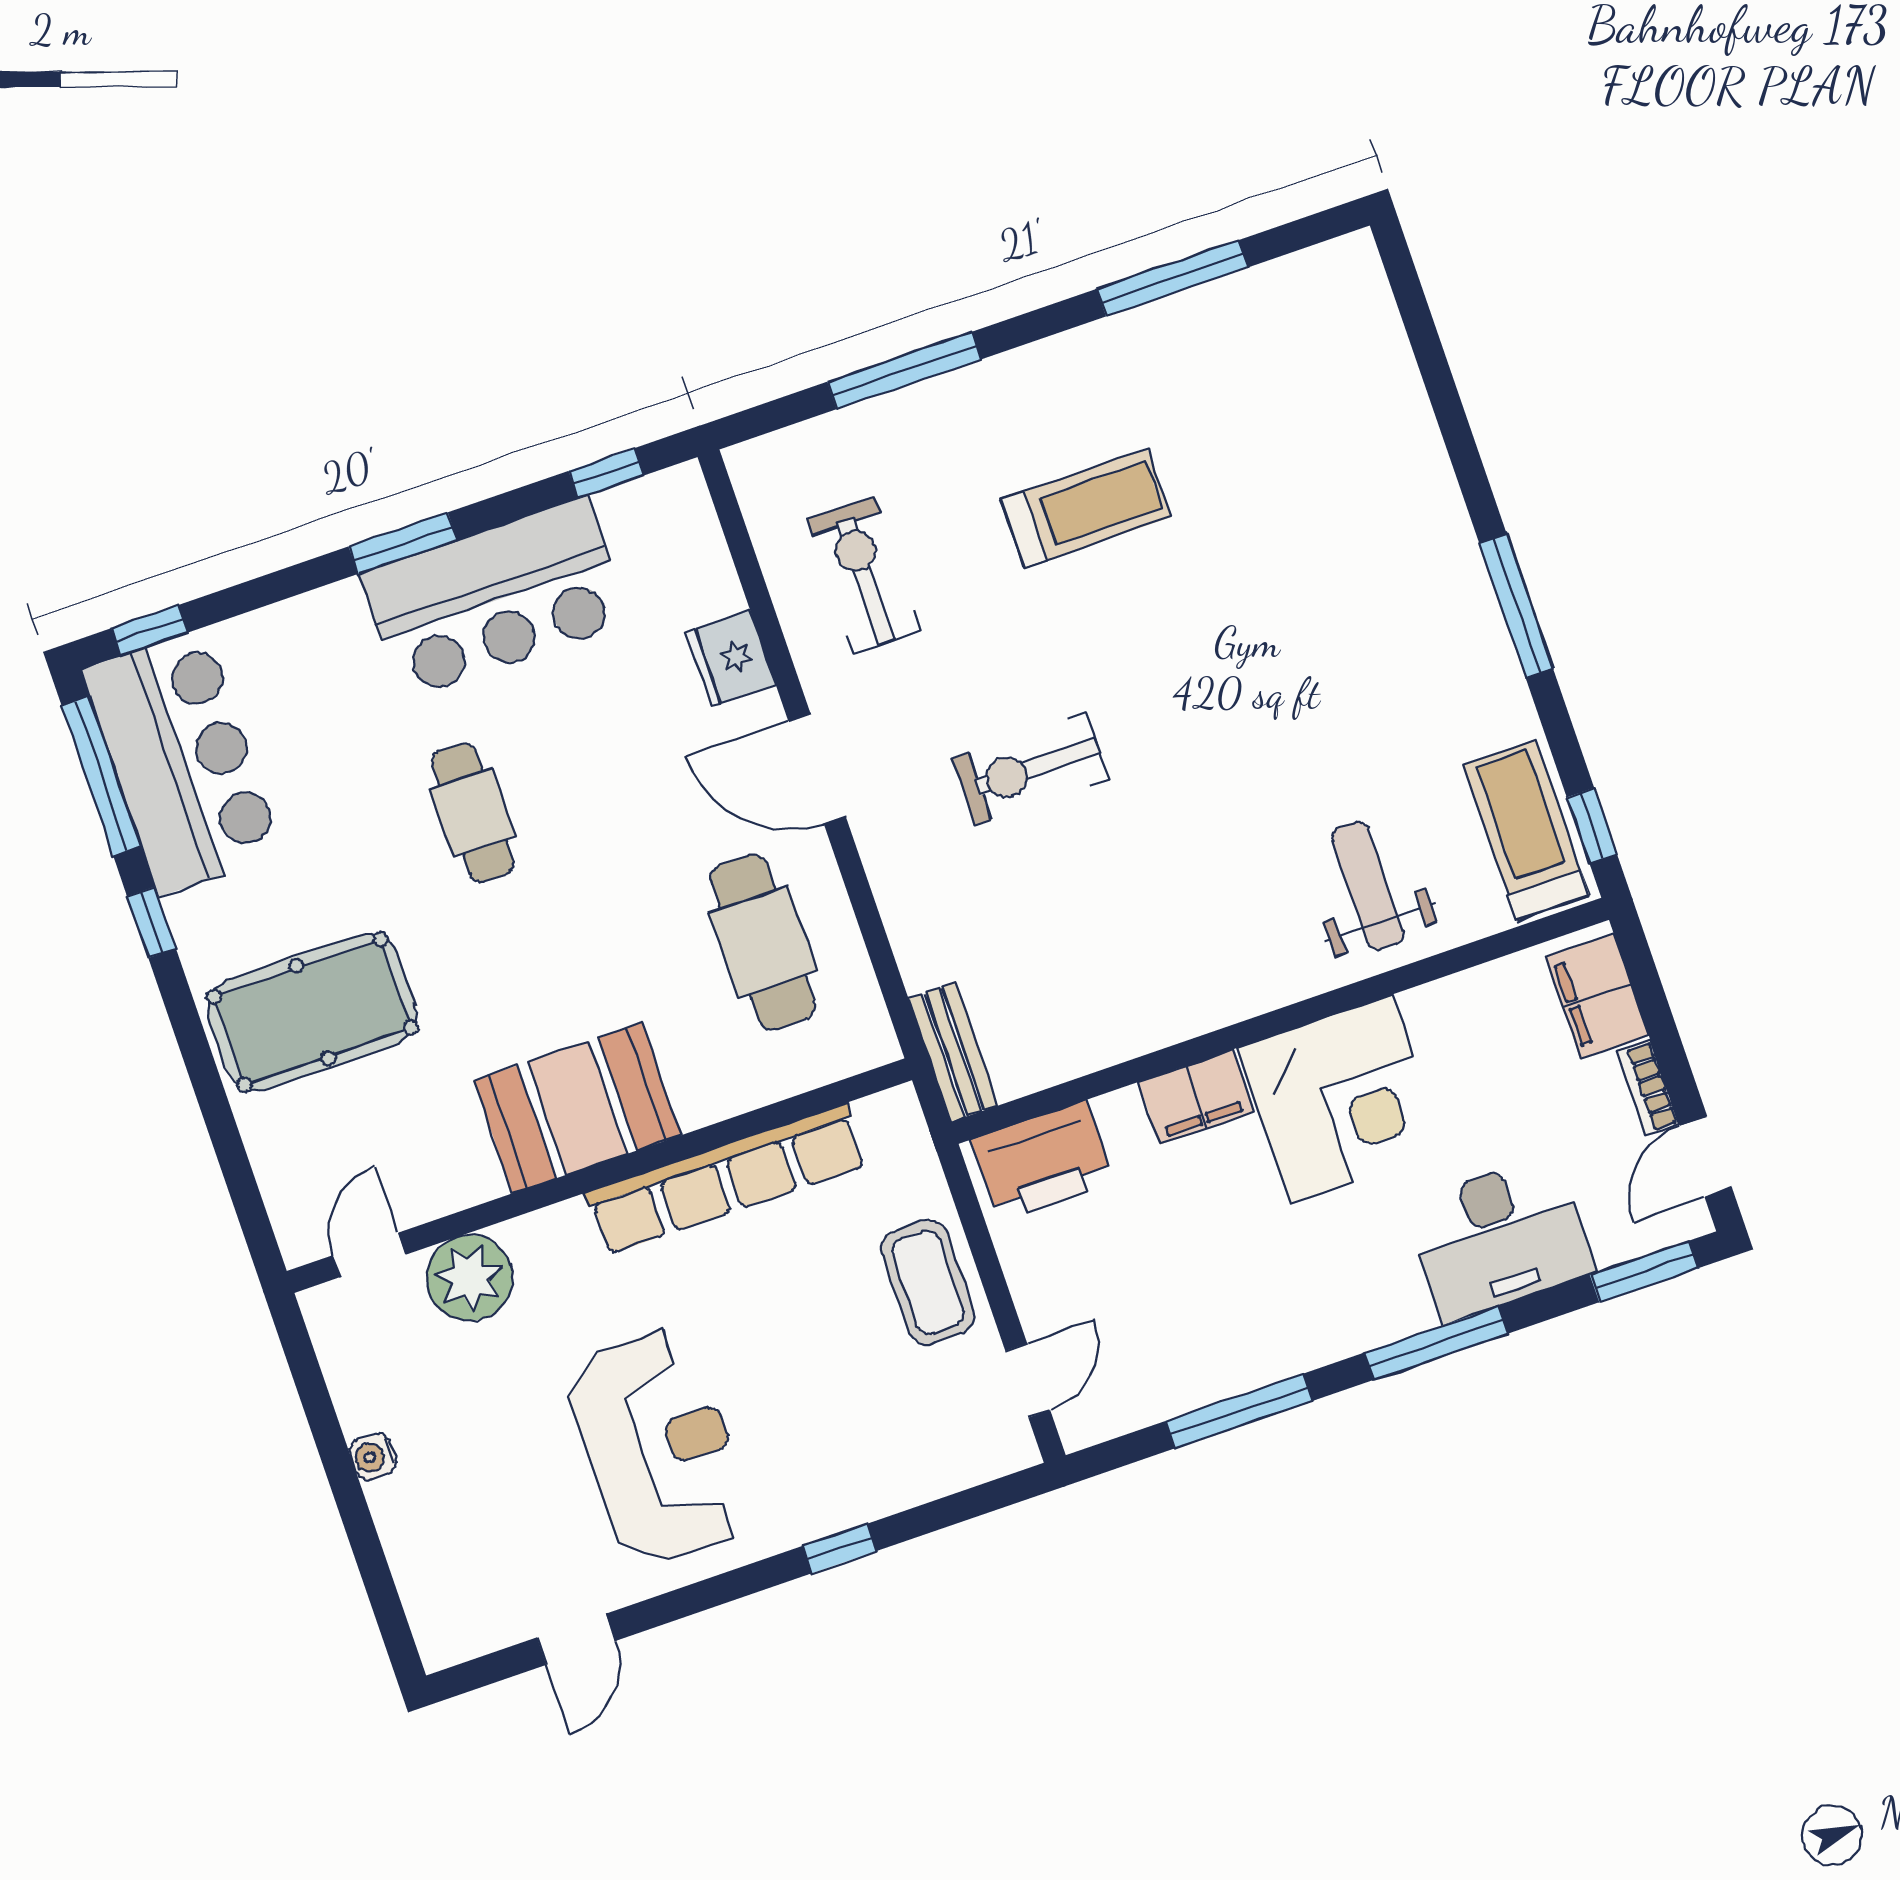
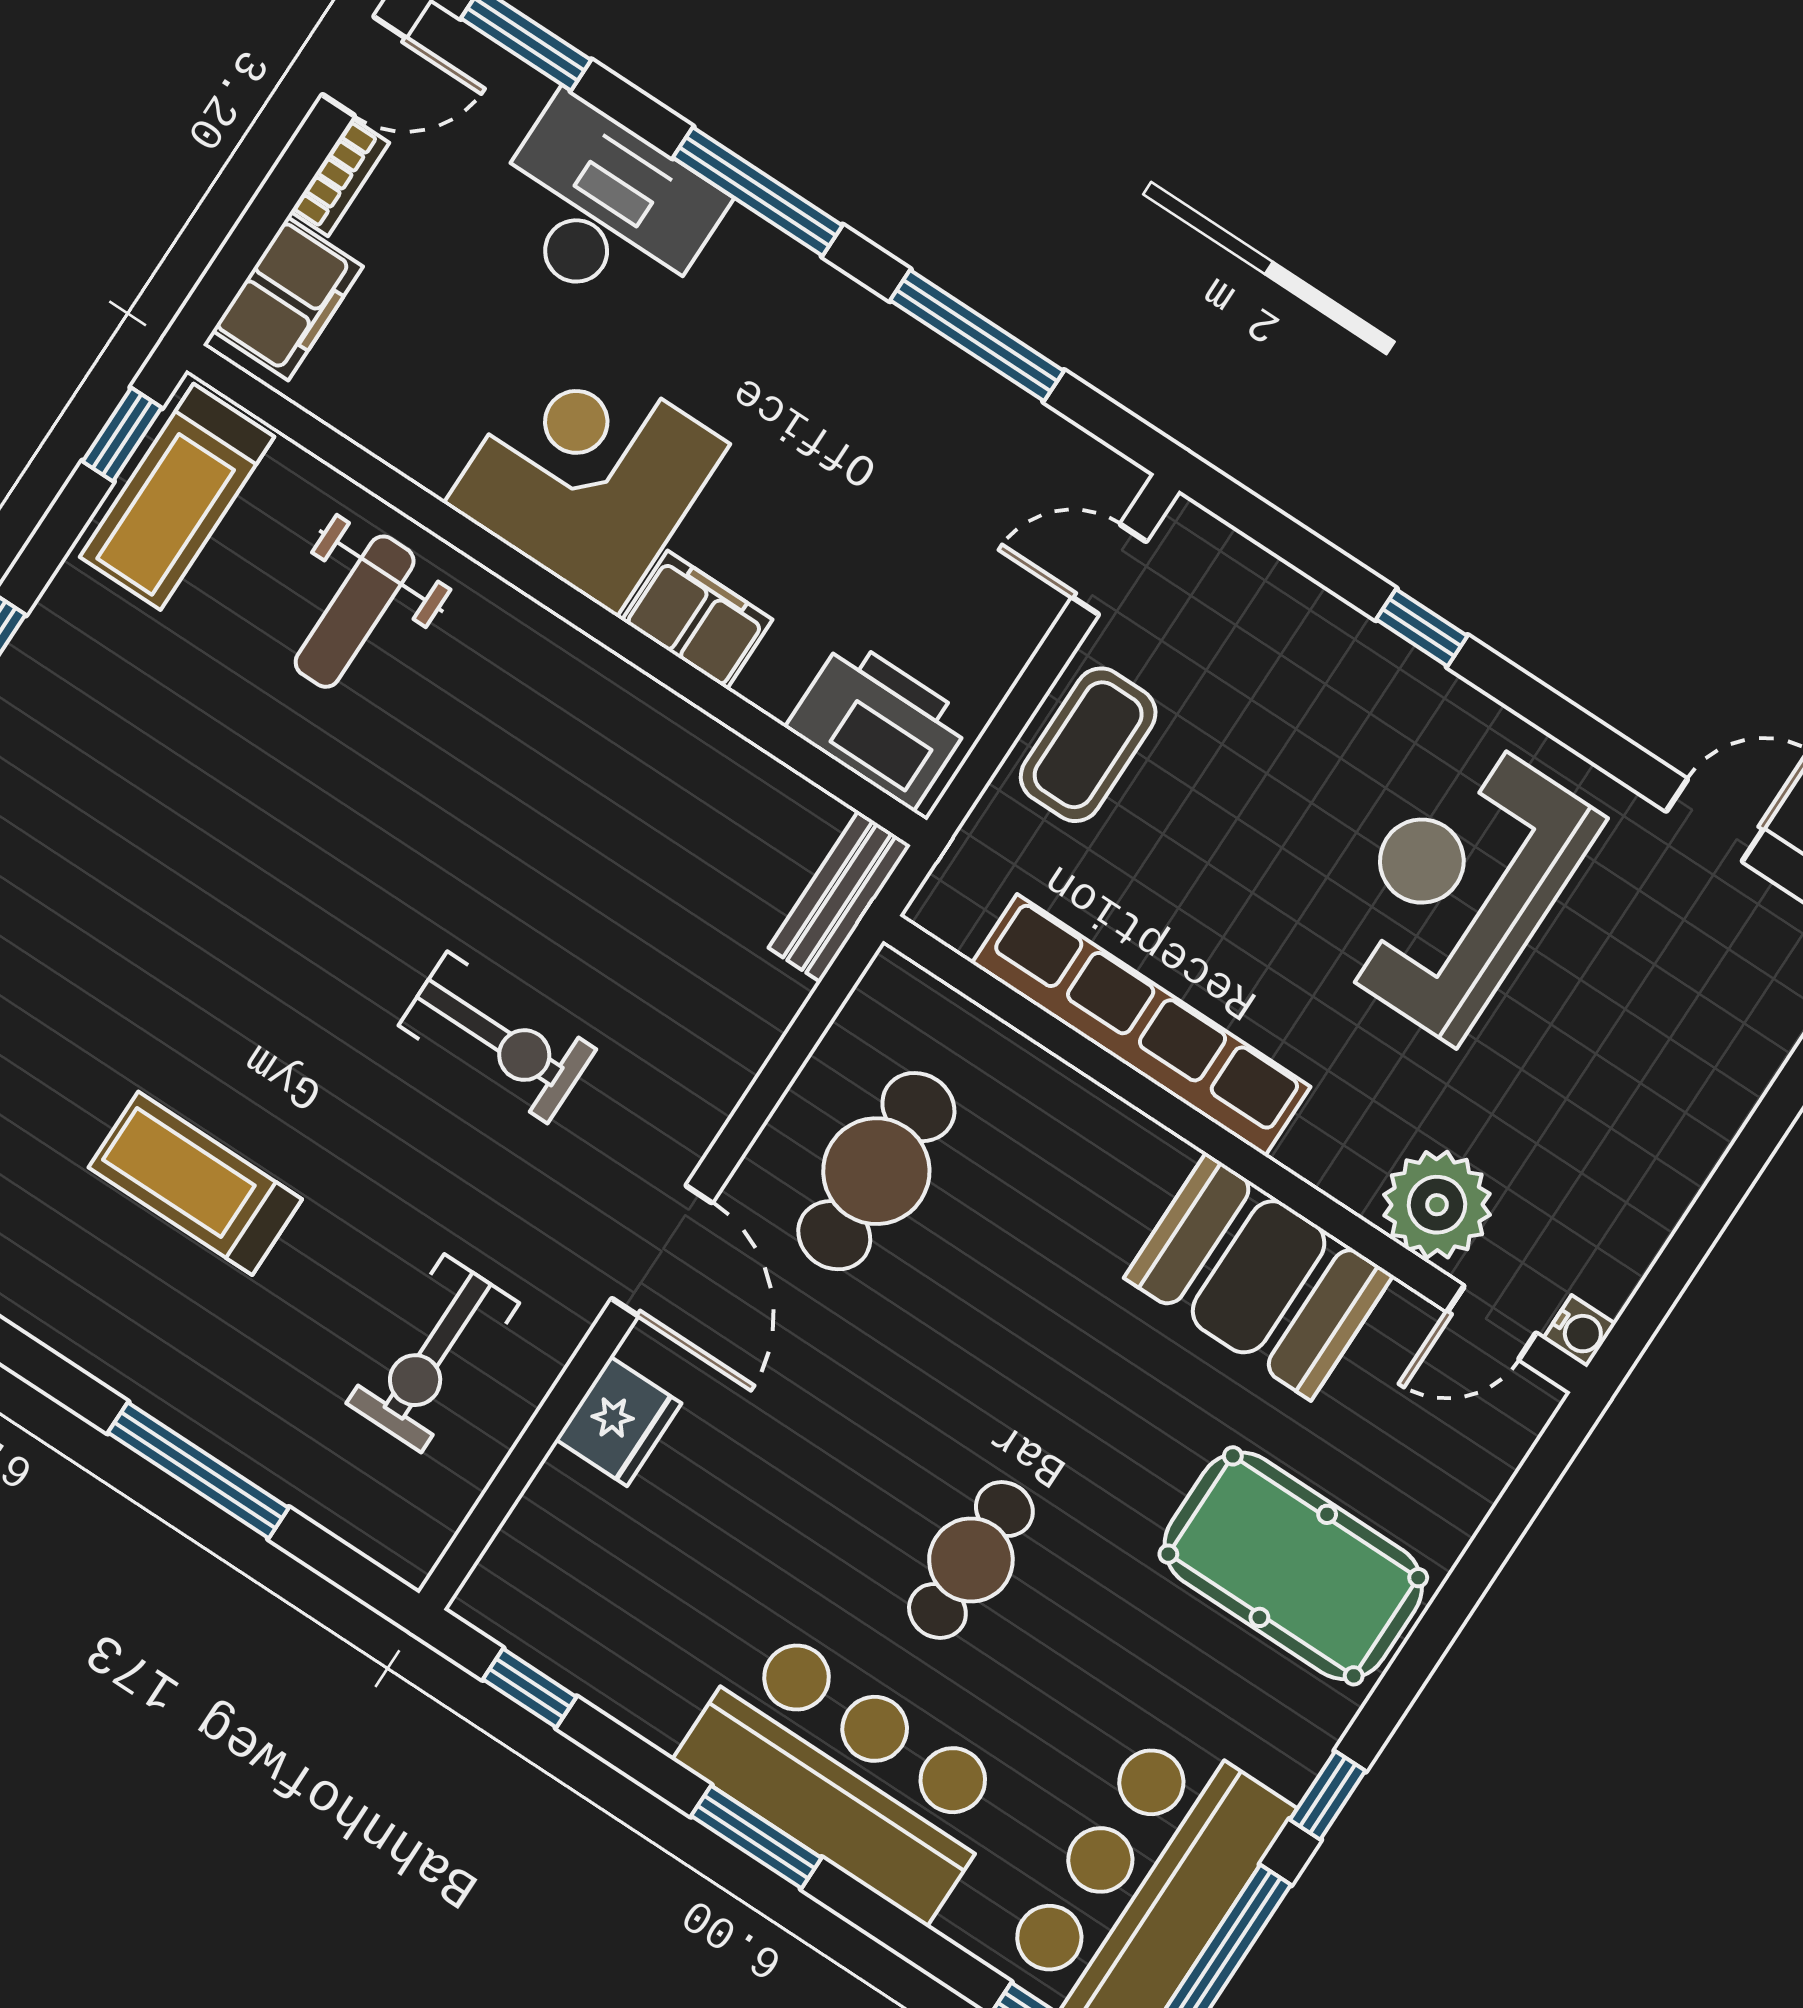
bar counter: (495, 598) -> (846, 1773), moved
booth: (577, 1108) -> (1259, 1277), moved
water cooler: (373, 1457) -> (1579, 1331), moved

